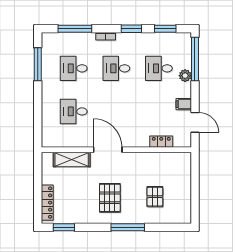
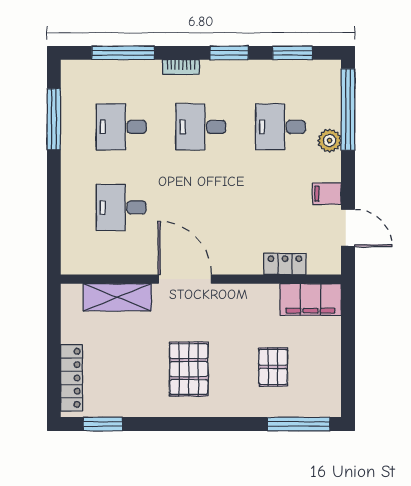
filing cabinet: (175, 161) -> (311, 300), added
window: (128, 227) -> (299, 424), moved

